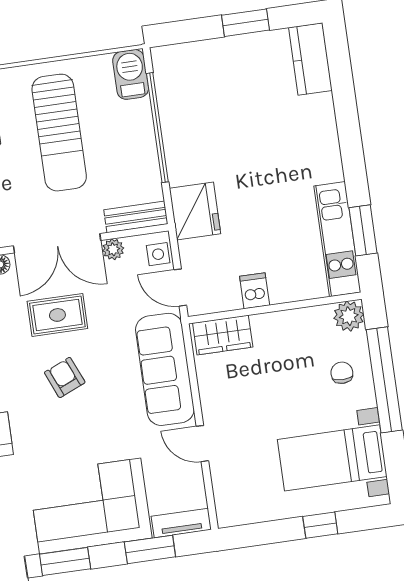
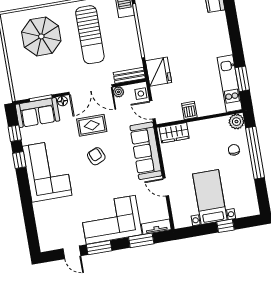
bed with nightstands: (332, 458) -> (210, 197), moved, turned 90

